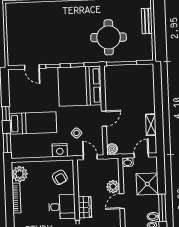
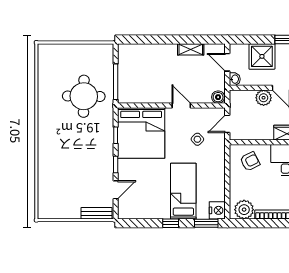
bench: (147, 21) -> (96, 213), moved
nightstand: (60, 150) -> (217, 210), moved

